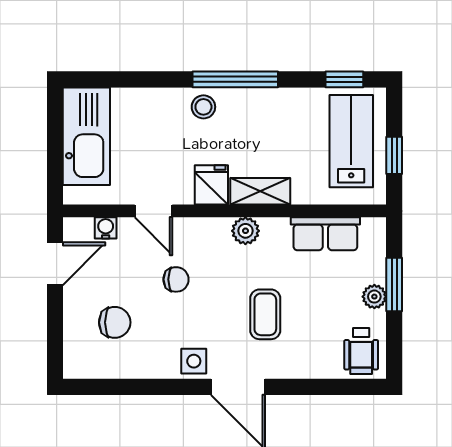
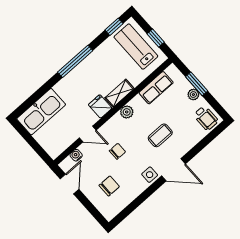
stool: (203, 107) -> (73, 81), removed
kitchen sink: (86, 136) -> (41, 112), moved, turned 90
coffee table: (265, 314) -> (160, 135), turned 90

